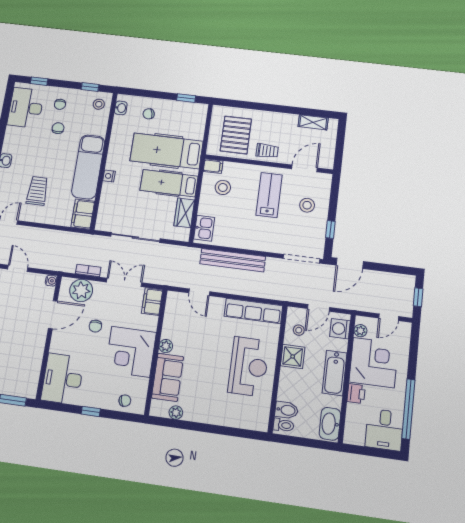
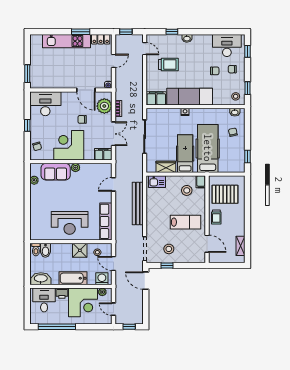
stool: (307, 205) -> (169, 249), moved
desk: (384, 430) -> (44, 300), moved, turned 90

